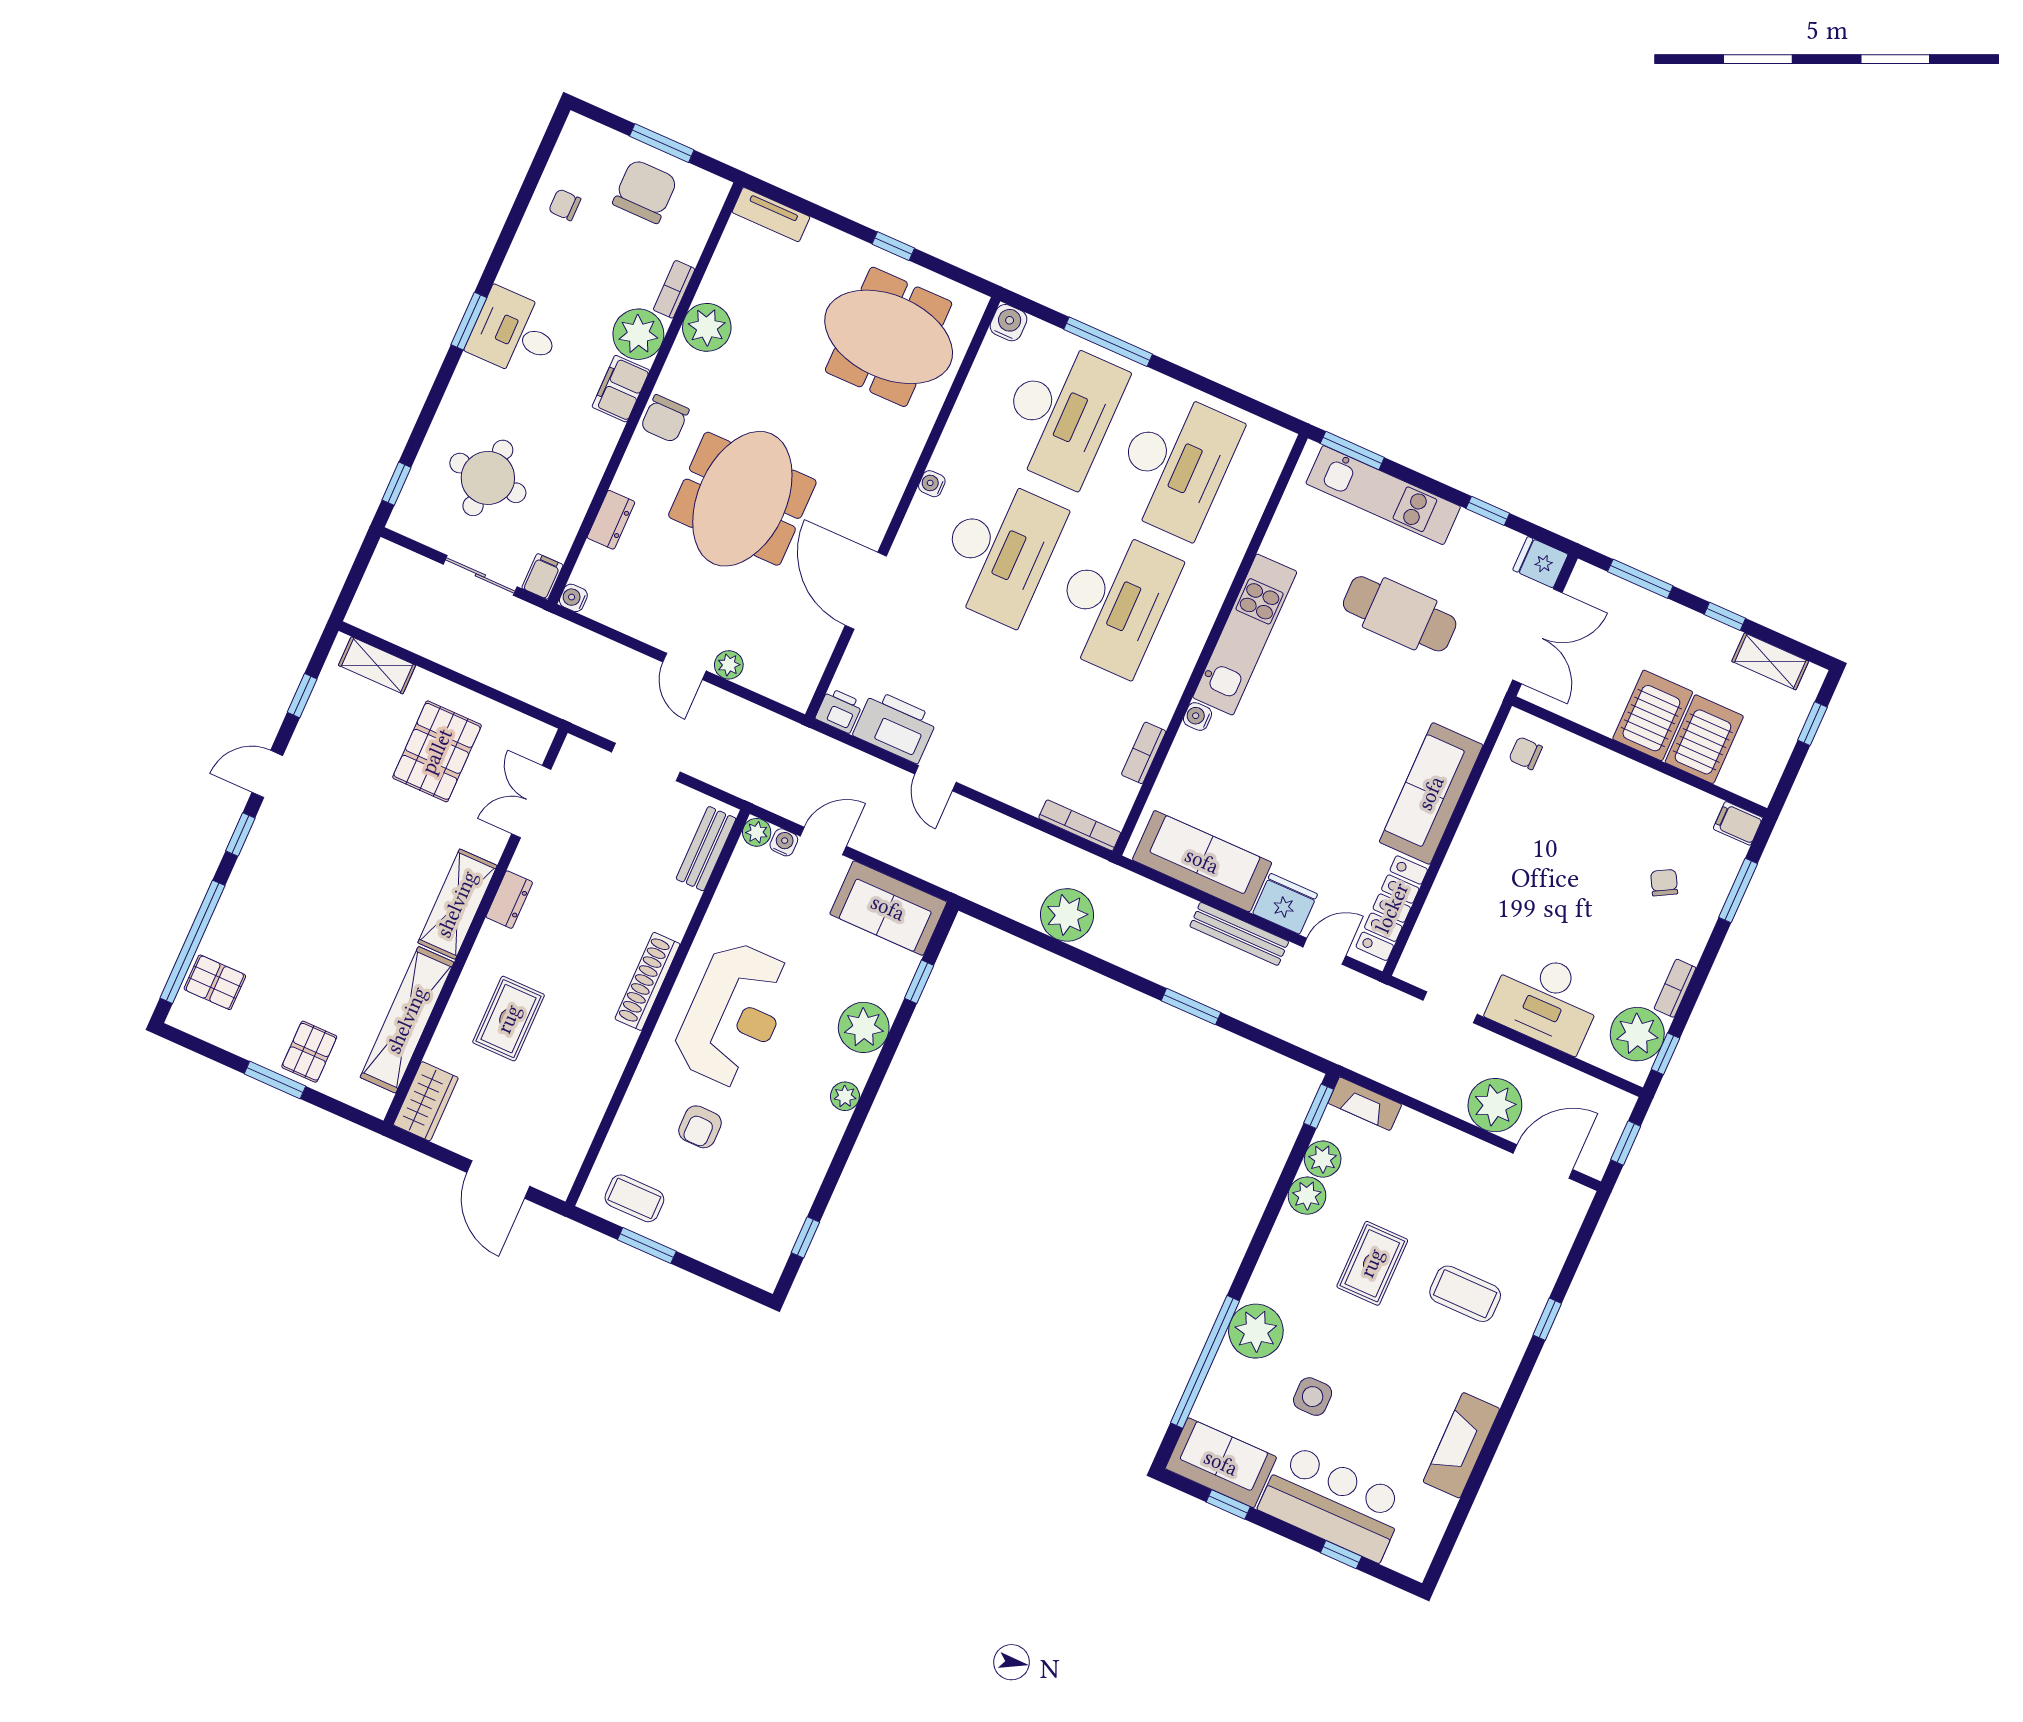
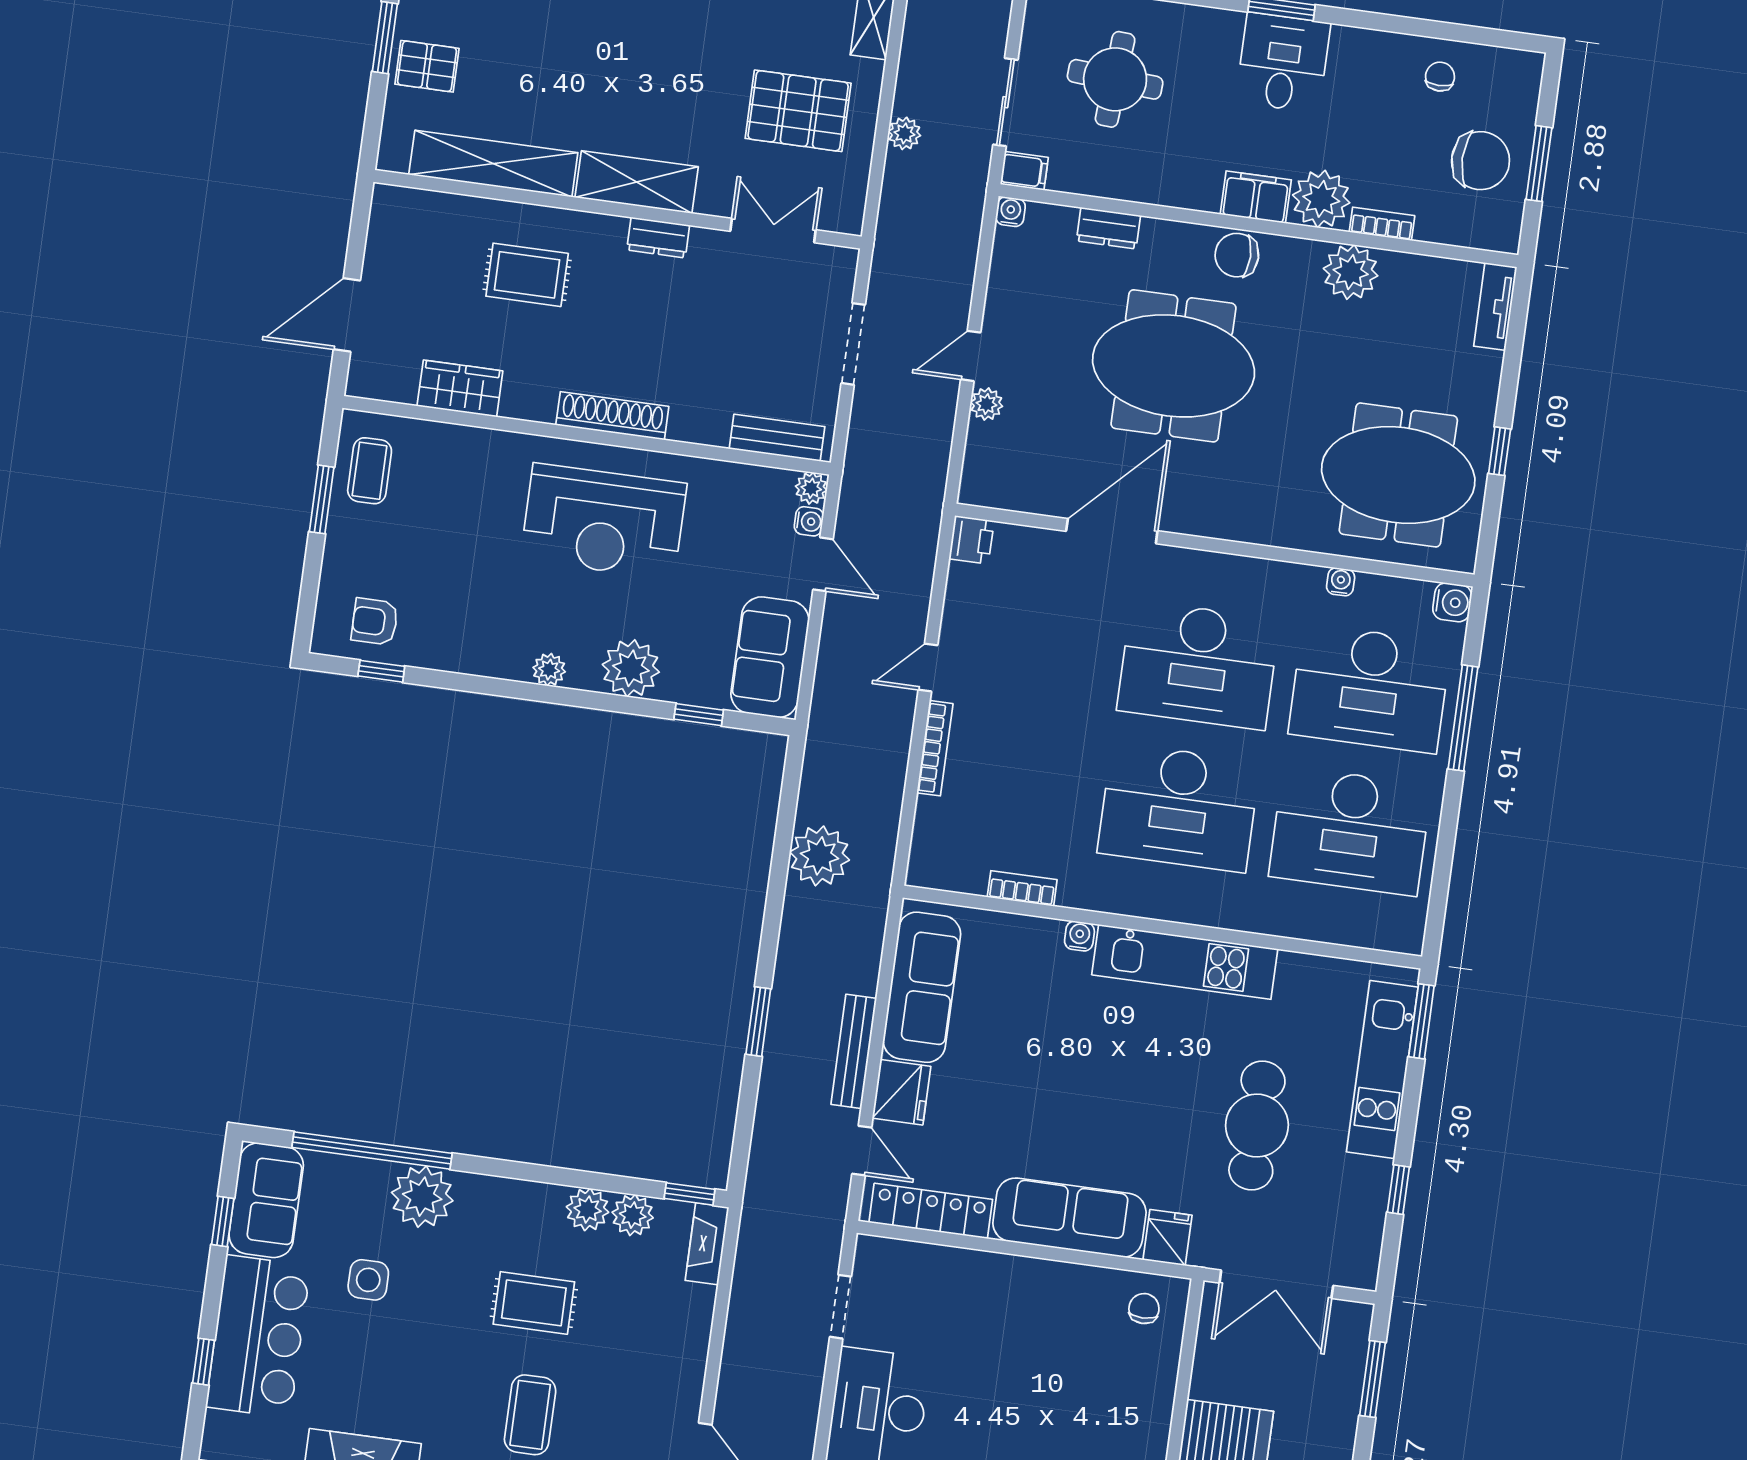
meeting table: (889, 337) -> (1398, 475), turned 90
water cooler: (932, 484) -> (1341, 582), moved
fridge: (1540, 562) -> (1168, 1238), moved
printer: (895, 726) -> (972, 607), removed
bookcase: (1080, 825) -> (935, 748), moved
wardrobe: (426, 1101) -> (460, 388), moved, turned 180
plant: (1495, 1105) -> (904, 133), moved, width x0.53, depth x0.53
armchair: (700, 1127) -> (375, 622), moved

